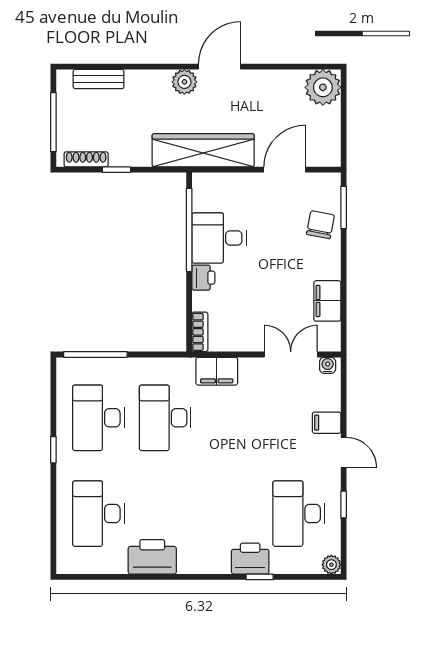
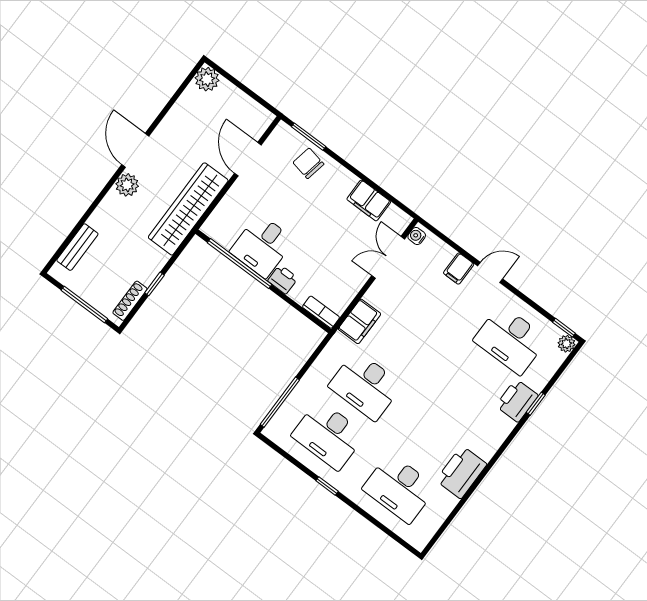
plant: (323, 87) -> (207, 79), width x0.73, depth x0.73
window: (344, 505) -> (564, 328), moved

